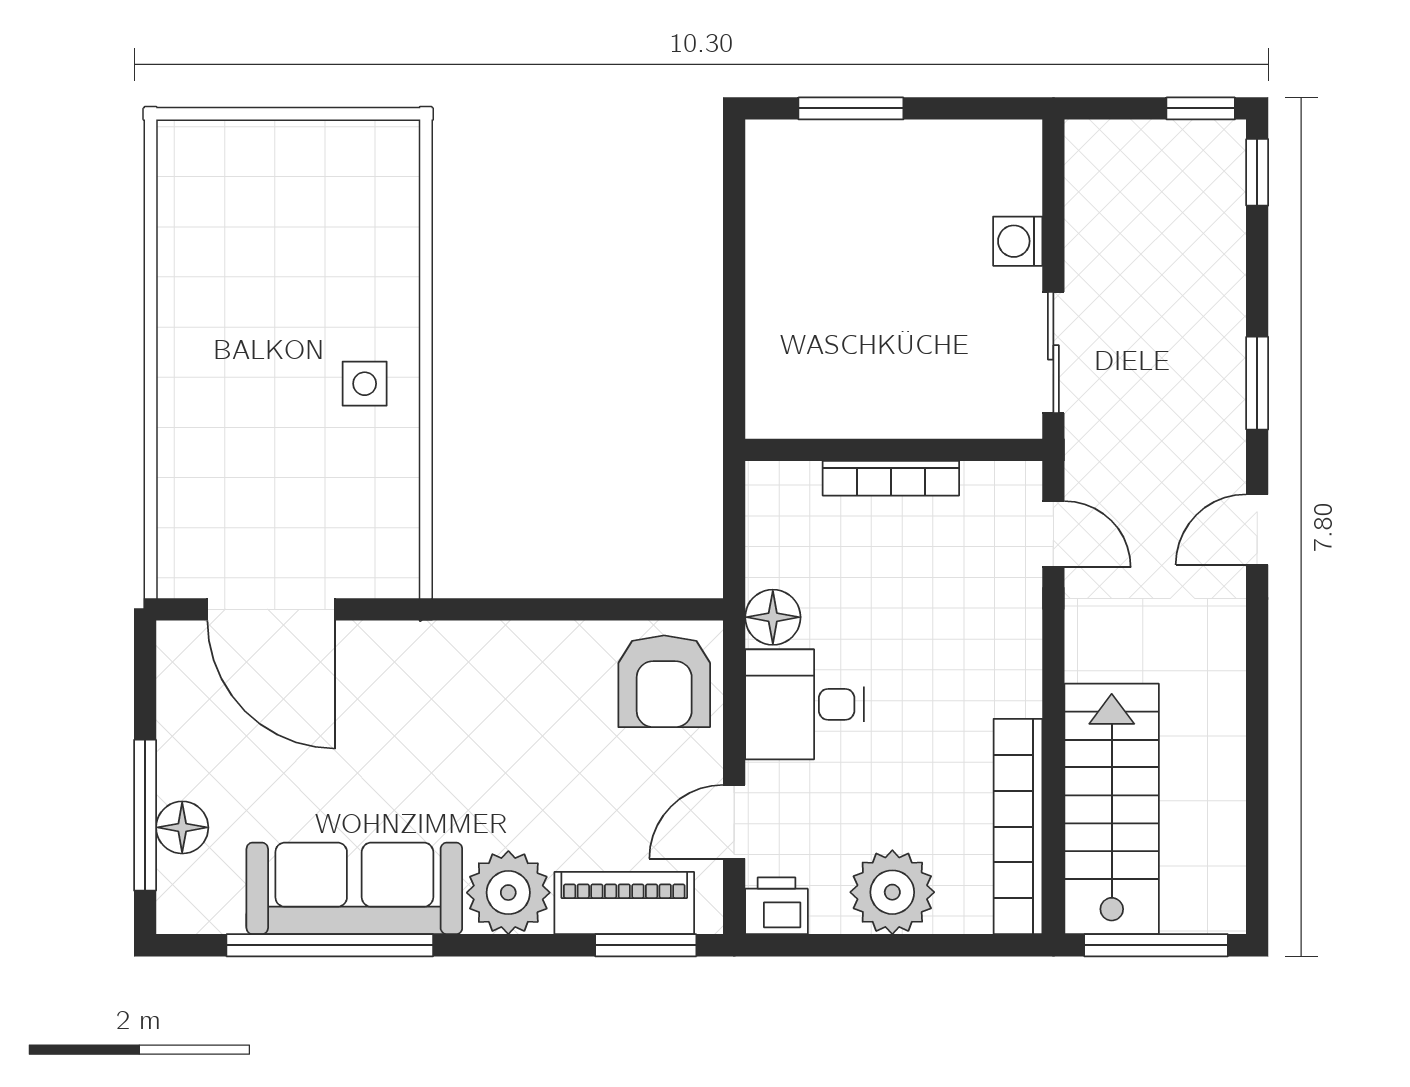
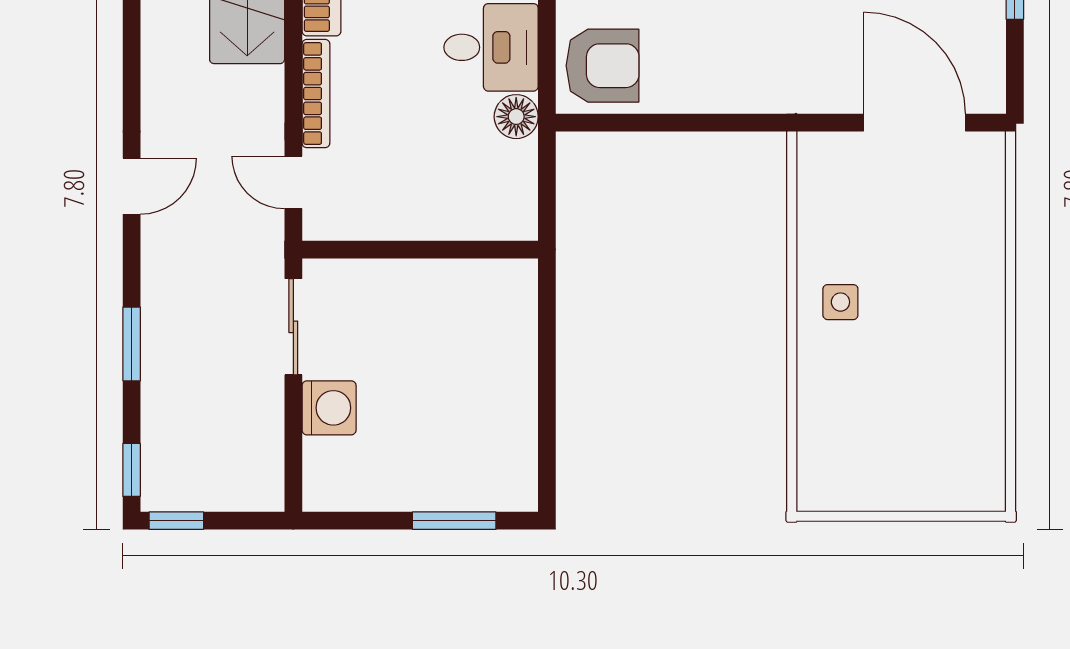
washing machine: (1018, 241) -> (329, 408), width x1.38, depth x1.38
window: (1257, 383) -> (132, 344), moved
bookcase: (891, 478) -> (316, 94), moved, turned 90
armchair: (664, 681) -> (603, 66), turned 90

